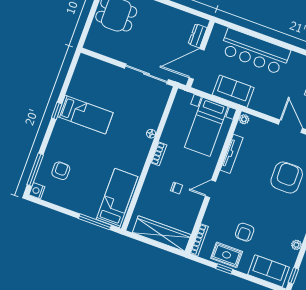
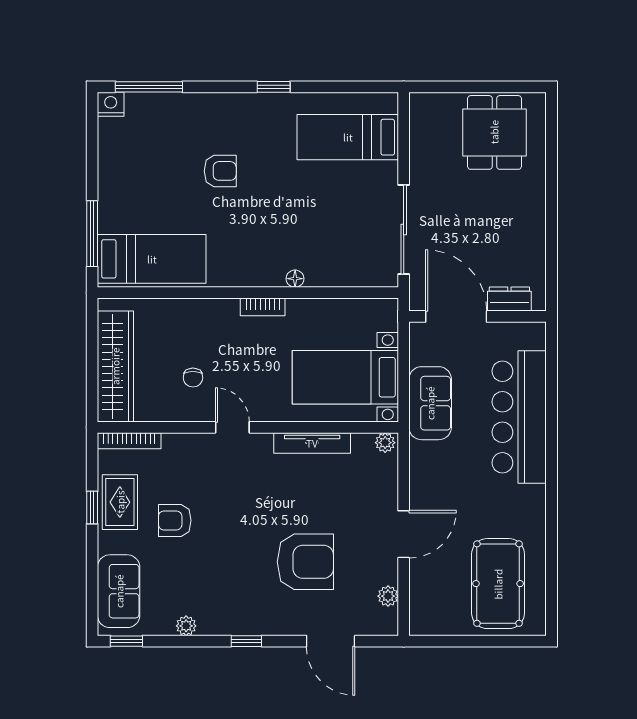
bed: (85, 115) -> (348, 137), moved, turned 90
armchair: (61, 171) -> (220, 171), moved
chair: (177, 188) -> (193, 378), moved

